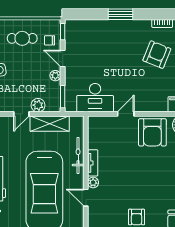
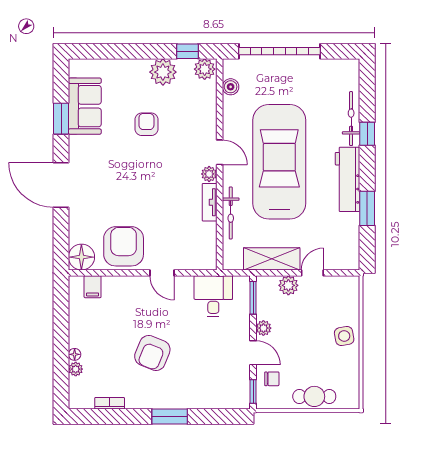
cafe table: (22, 38) -> (314, 396), moved
armchair: (157, 55) -> (152, 353), moved
desk: (95, 98) -> (213, 296), width x0.73
door: (126, 114) -> (162, 273), hinge flipped

